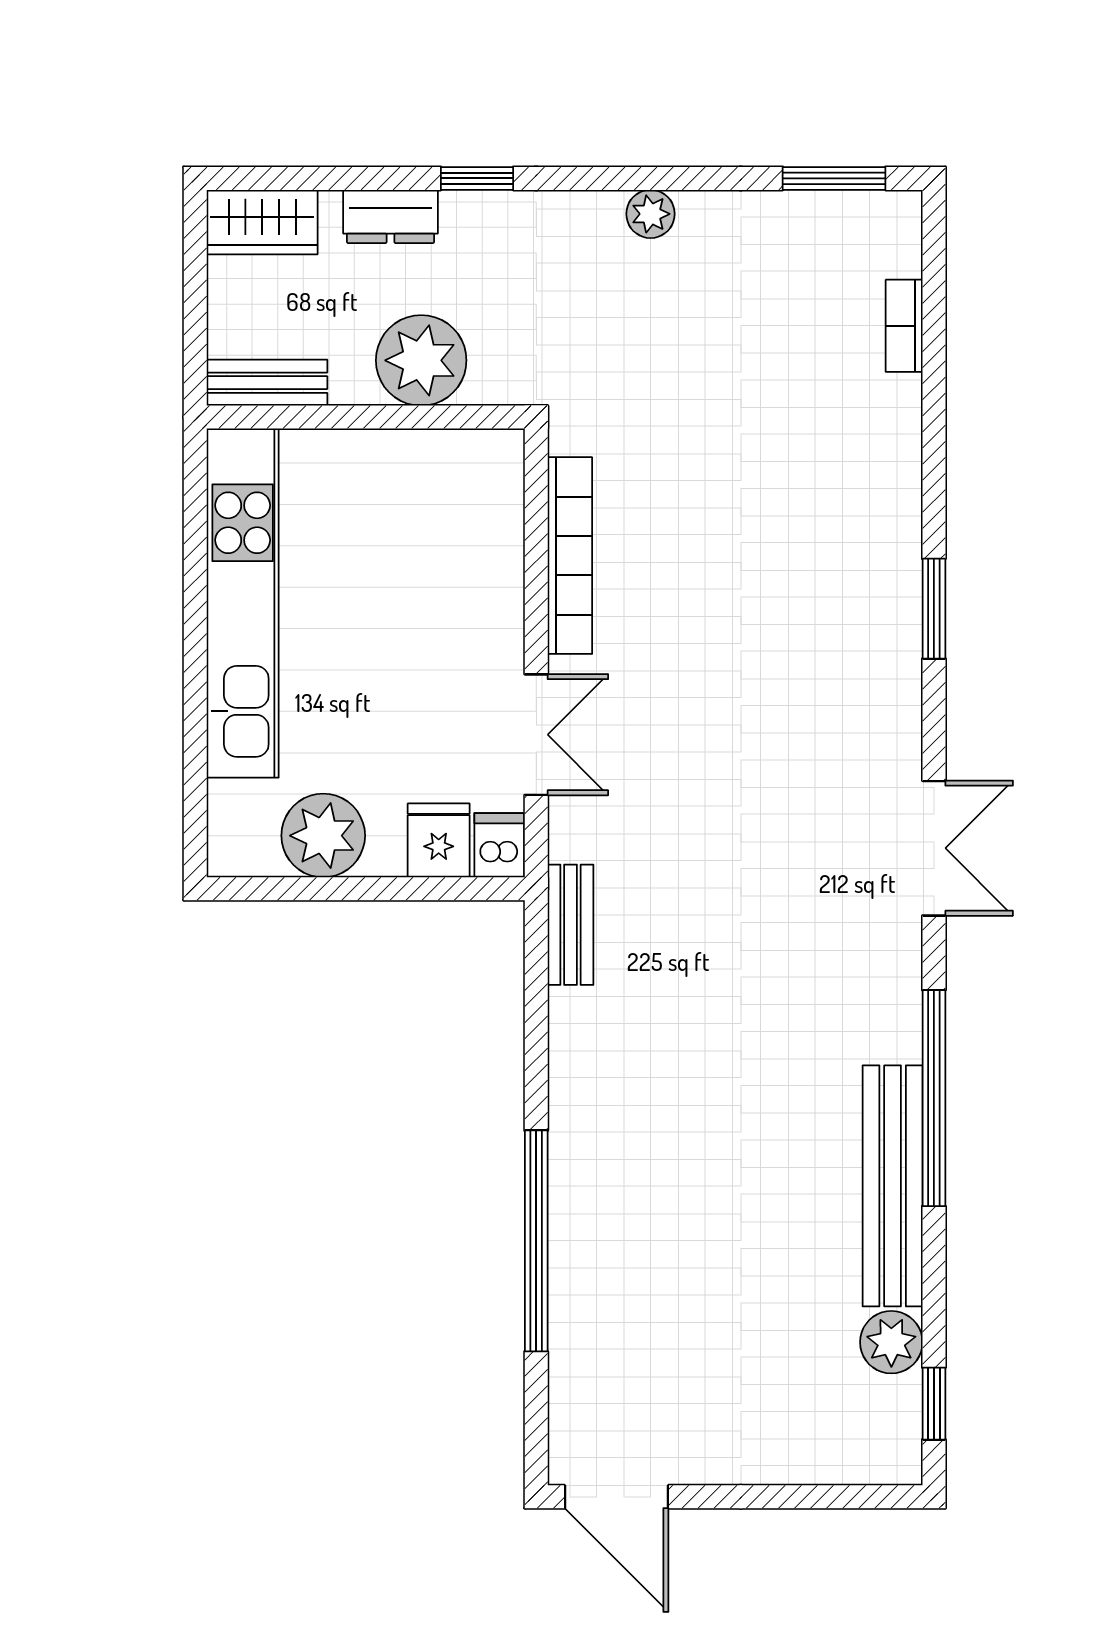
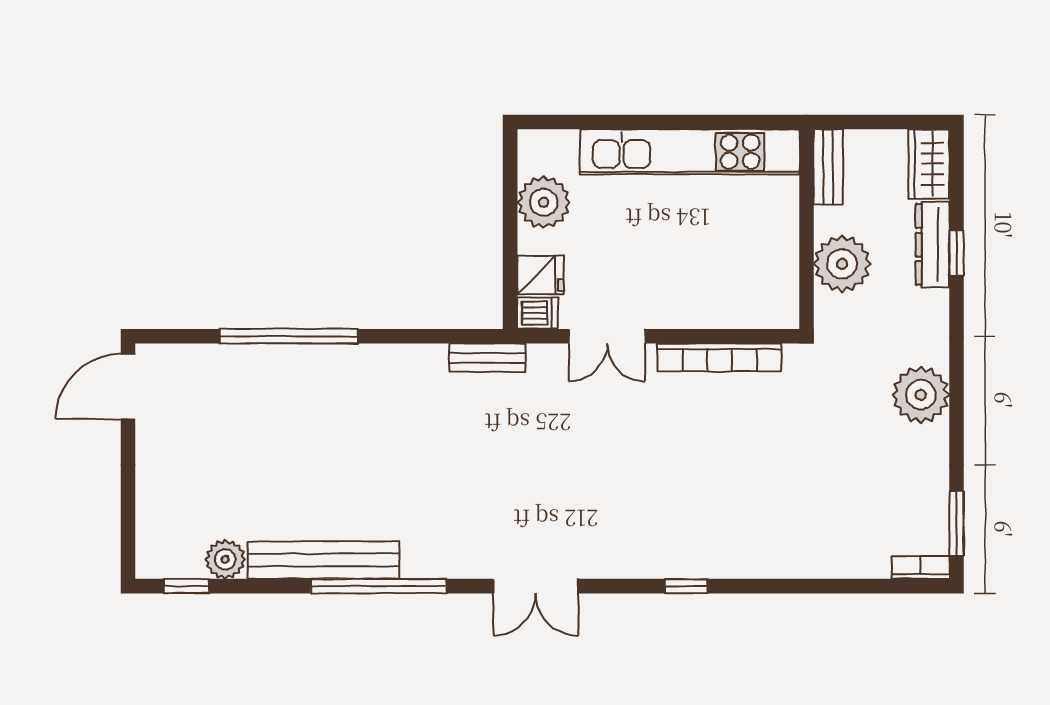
window: (477, 178) -> (956, 253), moved
plant: (650, 214) -> (921, 395), width x1.88, depth x1.88
dresser: (390, 216) -> (933, 245), width x1.44
bookcase: (904, 326) -> (920, 567), moved
window: (934, 609) -> (686, 586), width x0.67

